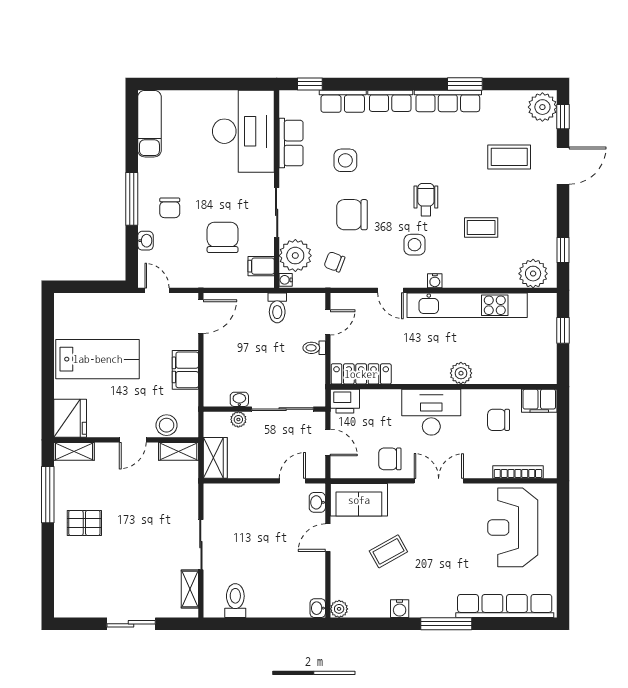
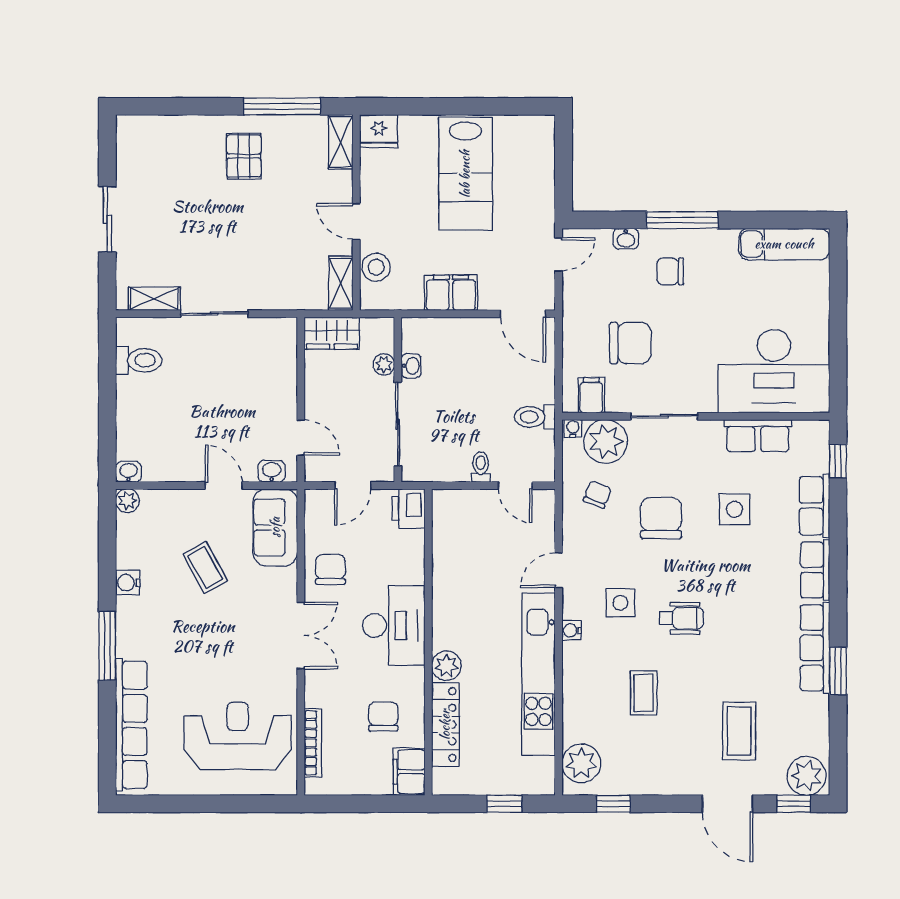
locker: (361, 374) -> (445, 725), moved
fridge: (70, 418) -> (379, 131), width x0.73, depth x0.75

